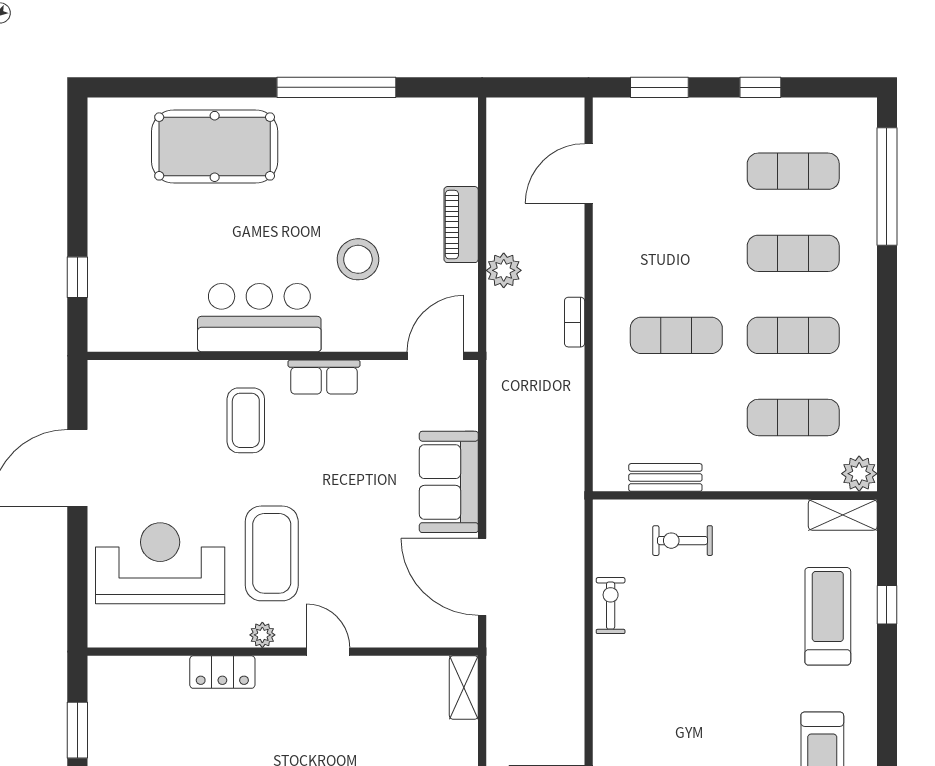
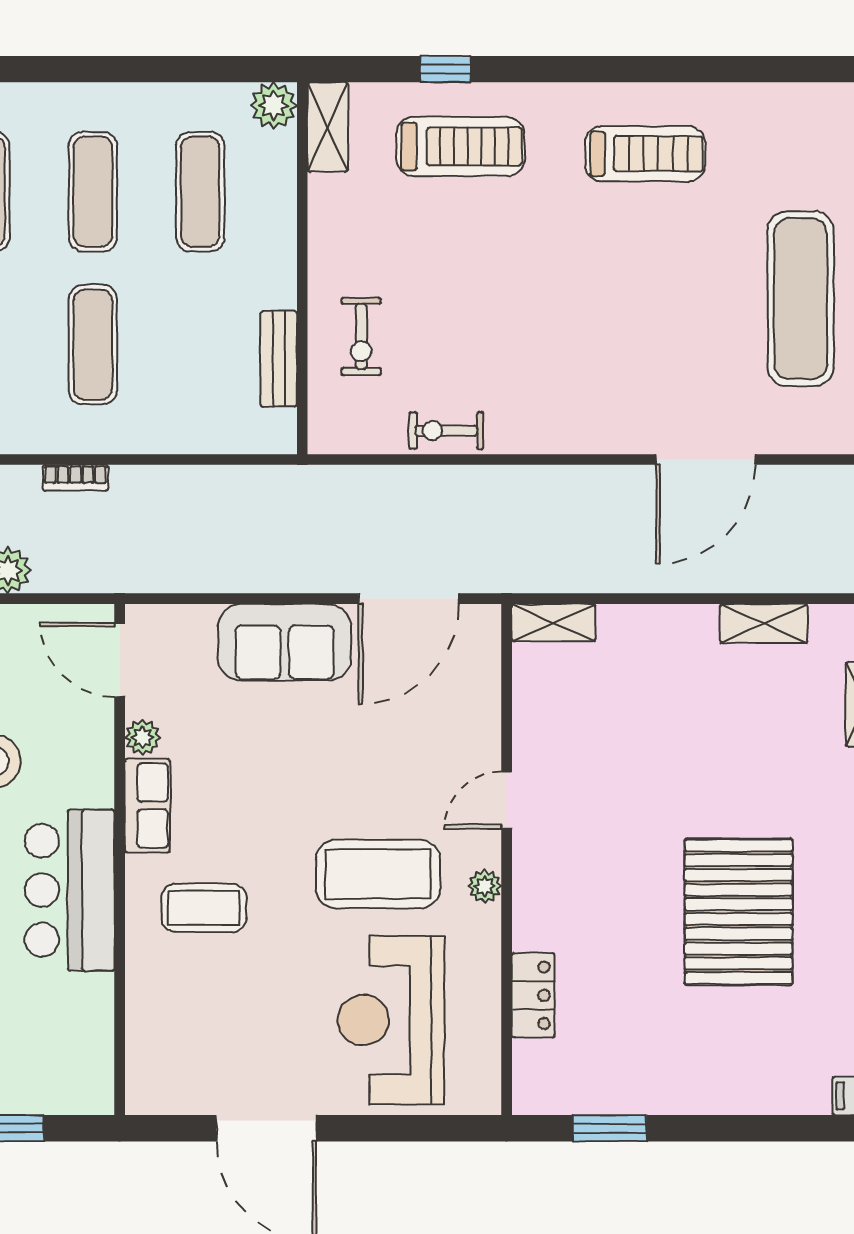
plant: (376, 373) -> (143, 737), added
treadmill: (828, 616) -> (460, 147), turned 180
locker: (222, 672) -> (533, 995), moved

